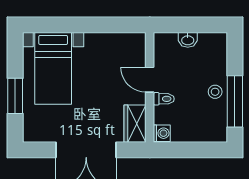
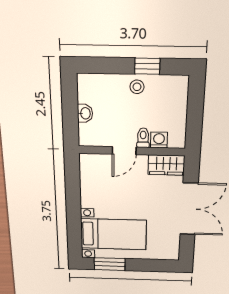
window: (15, 96) -> (110, 264), moved
window: (235, 101) -> (147, 66), width x0.46
washing machine: (162, 133) -> (159, 140), moved

